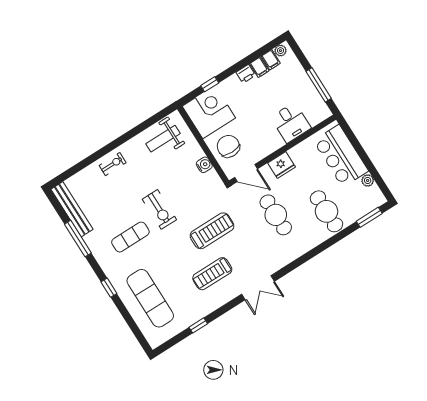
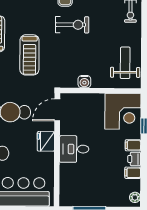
filing cabinet: (271, 60) -> (133, 145), moved
desk: (291, 123) -> (74, 149), moved
chair: (228, 146) -> (87, 110), removed
exercise bike: (159, 209) -> (72, 25), turned 180

